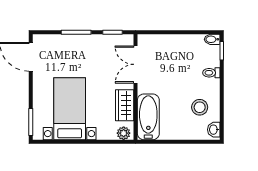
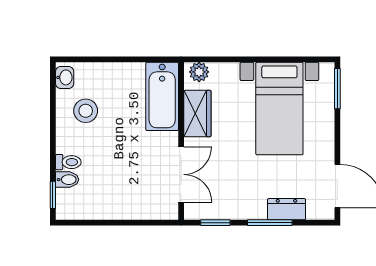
bidet: (212, 39) -> (67, 180), moved
dresser: (65, 41) -> (286, 209), added

